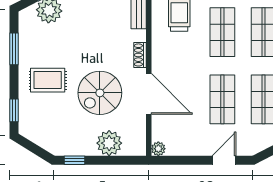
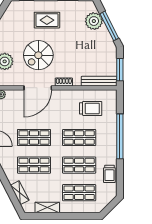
rug: (48, 80) -> (47, 20), turned 90
spiral stairs: (100, 93) -> (38, 55), turned -90

